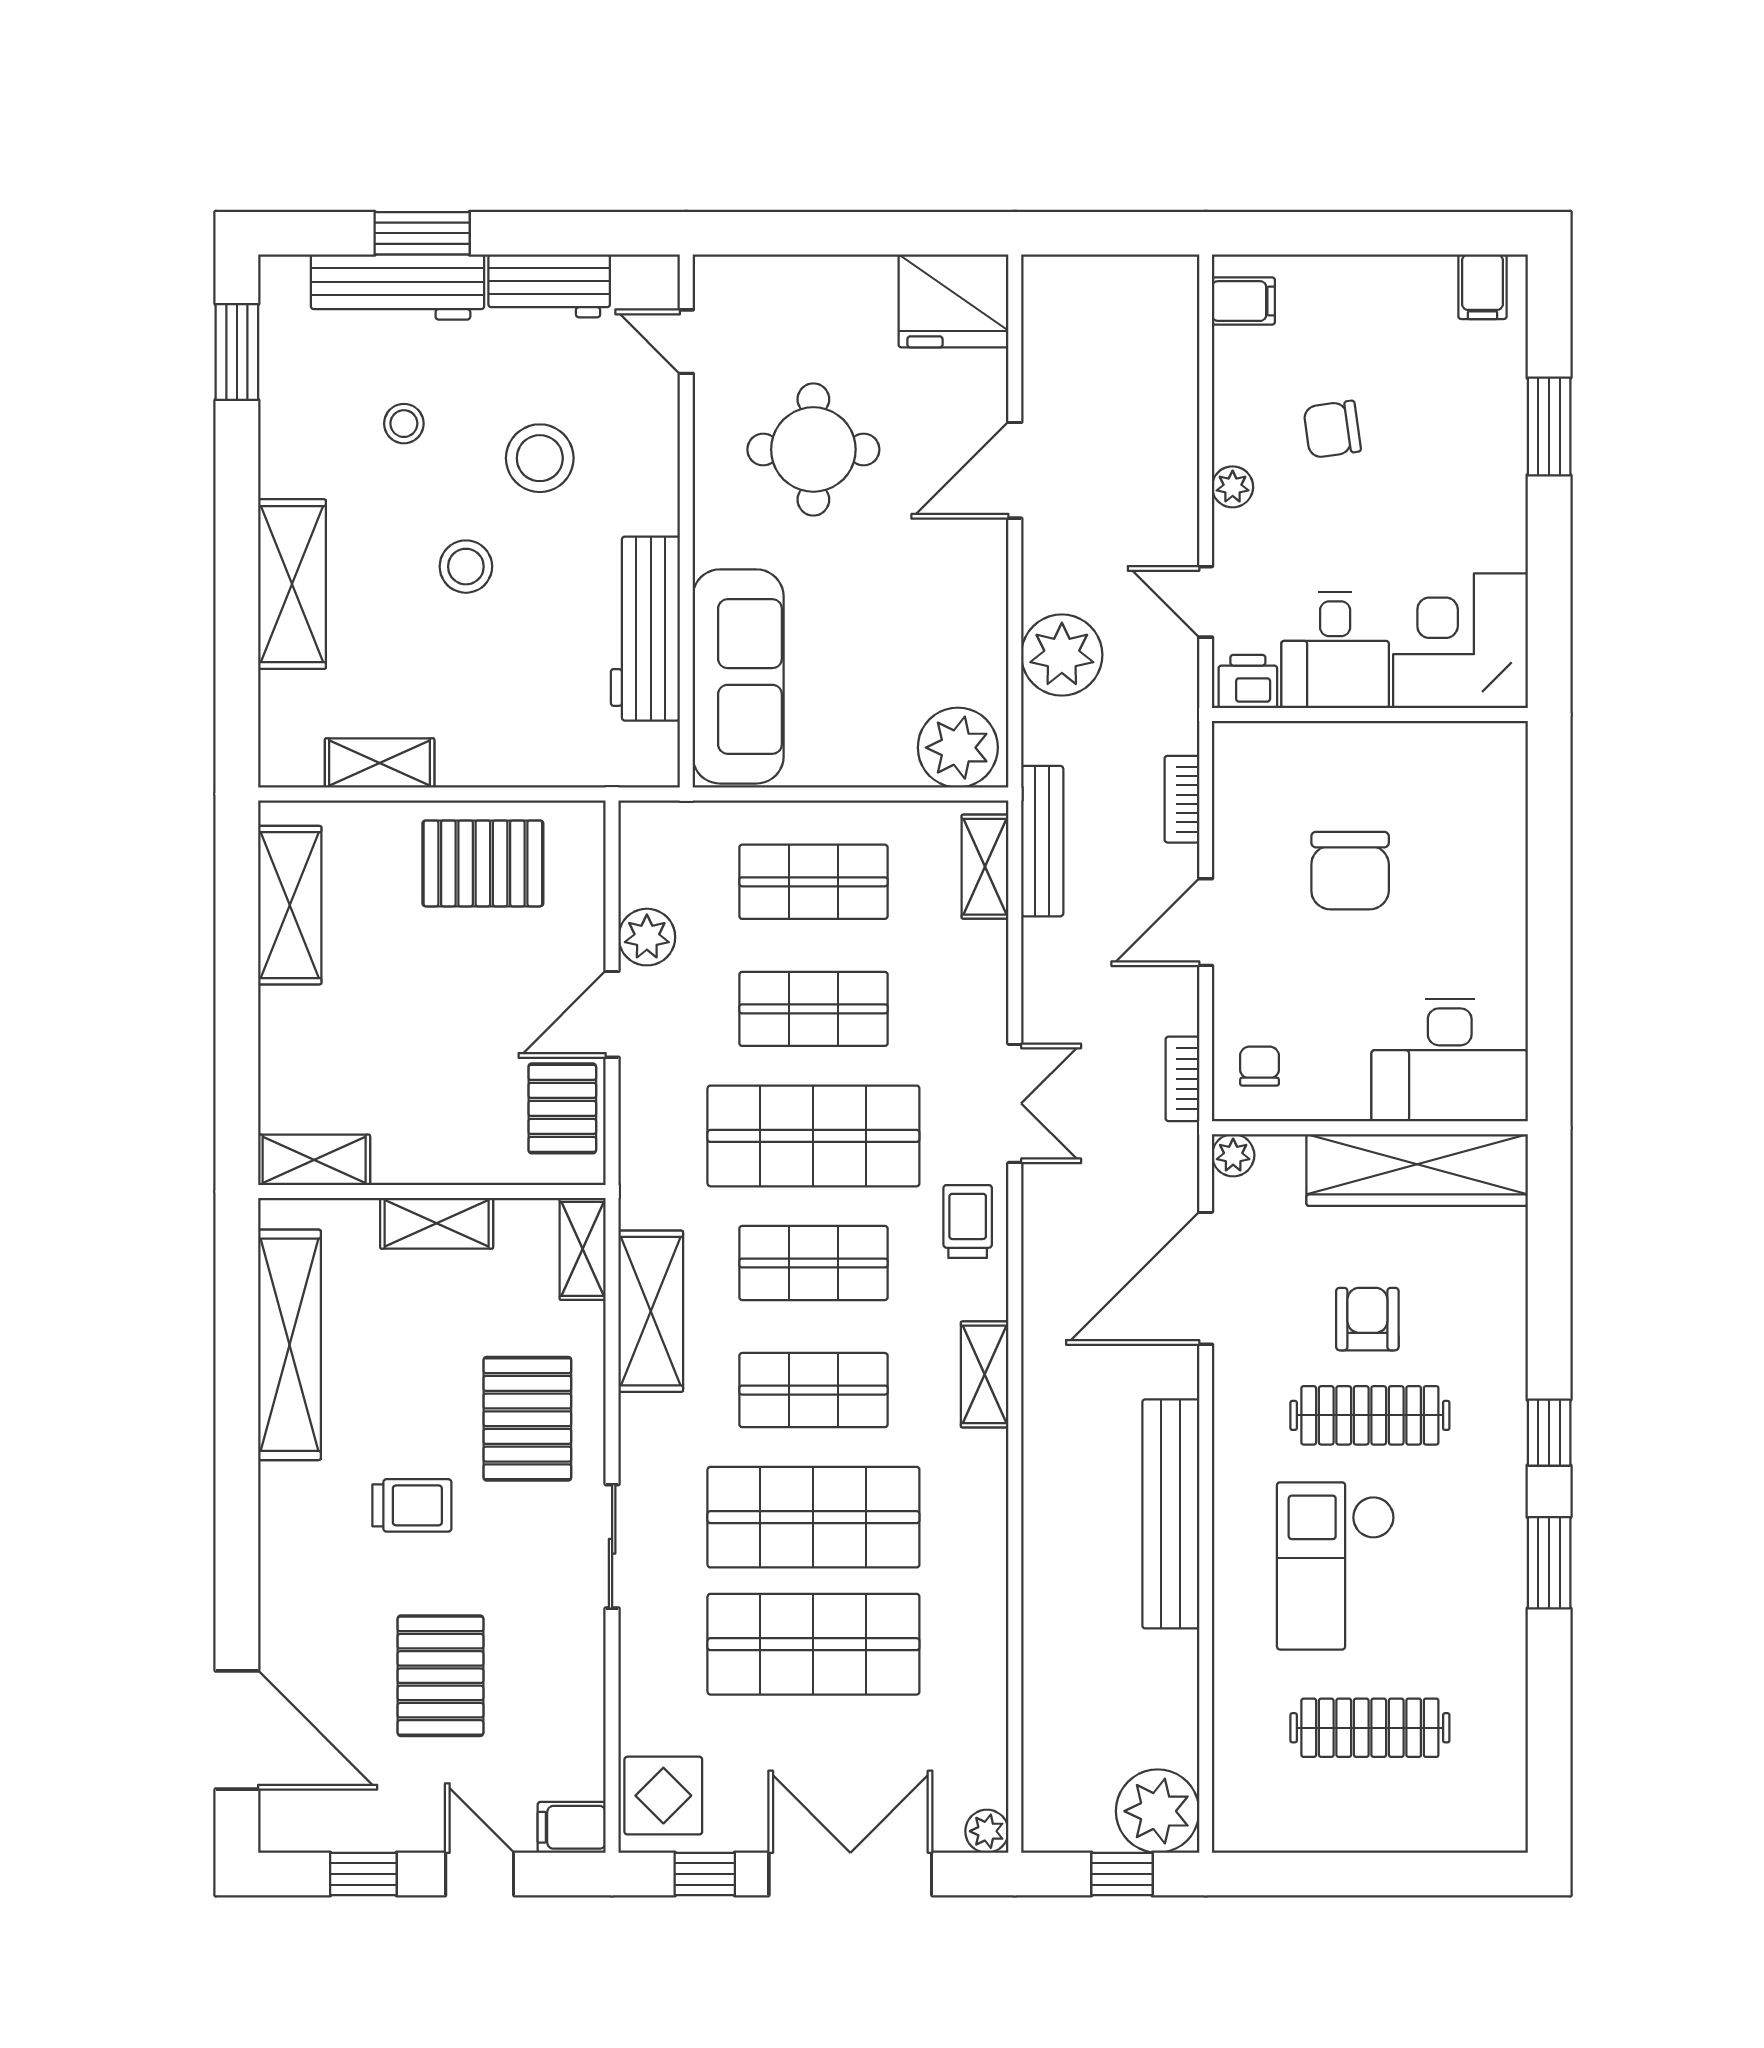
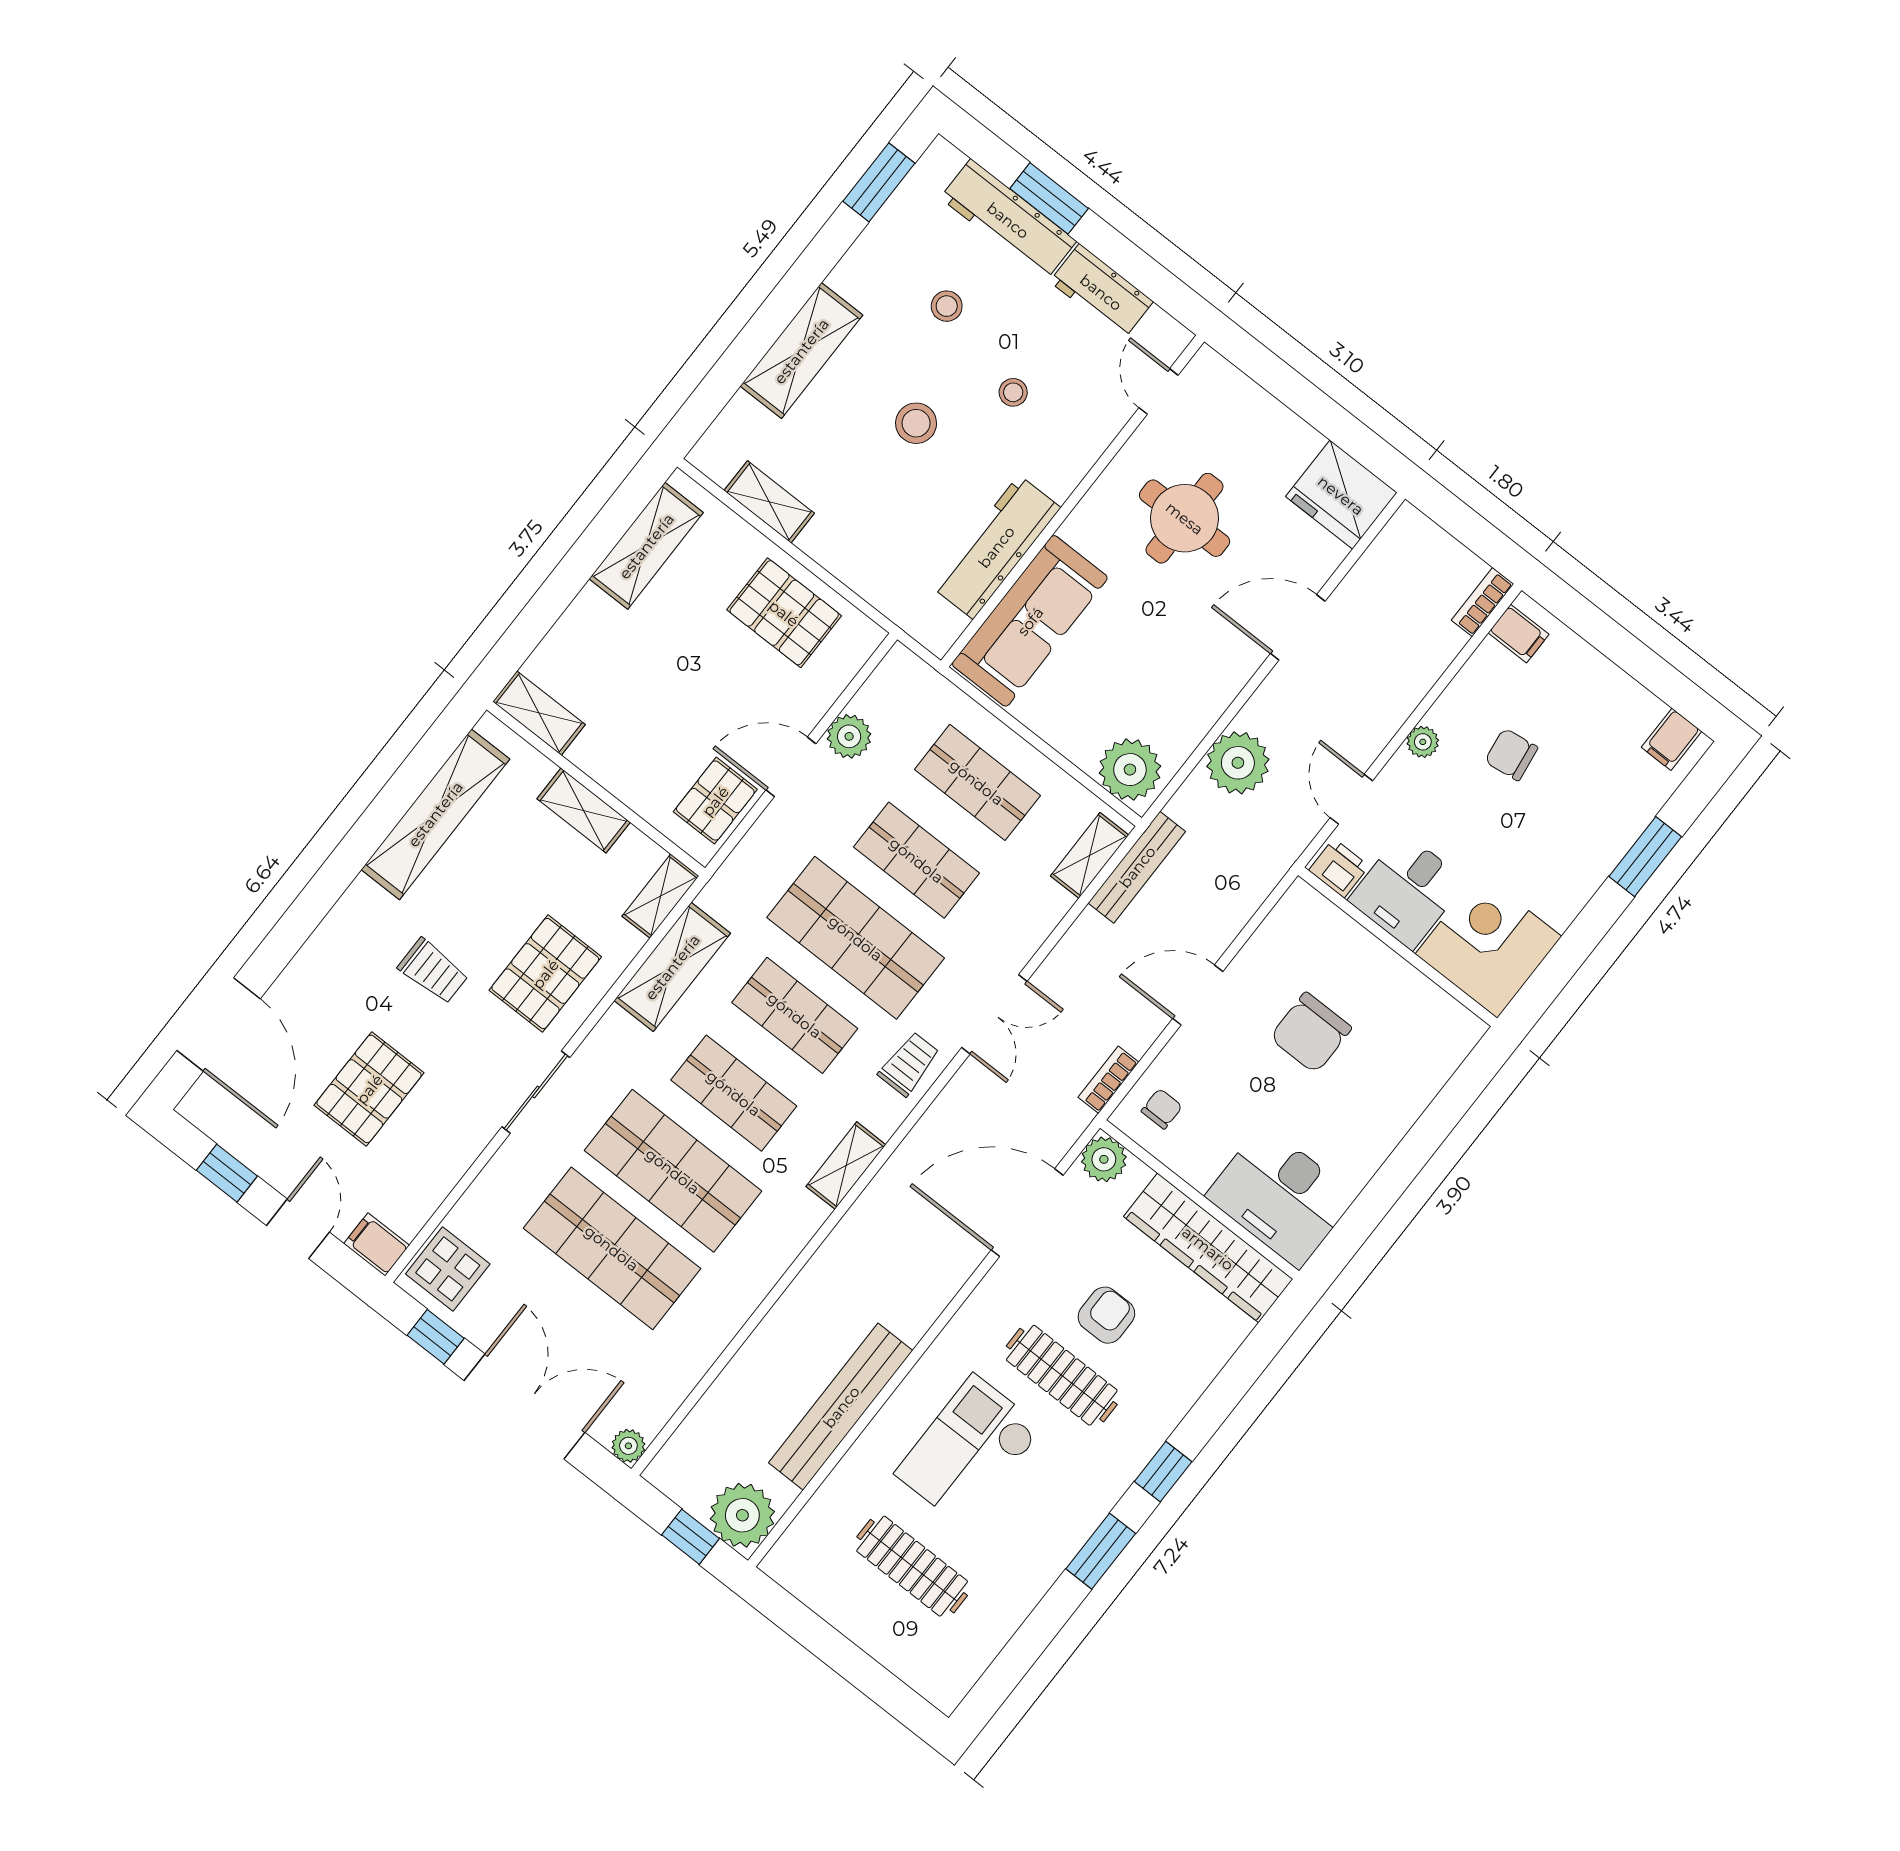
stool: (540, 458) -> (1013, 392), width x0.53, depth x0.53
bookcase: (1182, 799) -> (1482, 602), moved
plant: (1233, 1155) -> (1104, 1159), width x1.38, depth x1.38
bench: (1171, 1514) -> (841, 1407), moved

